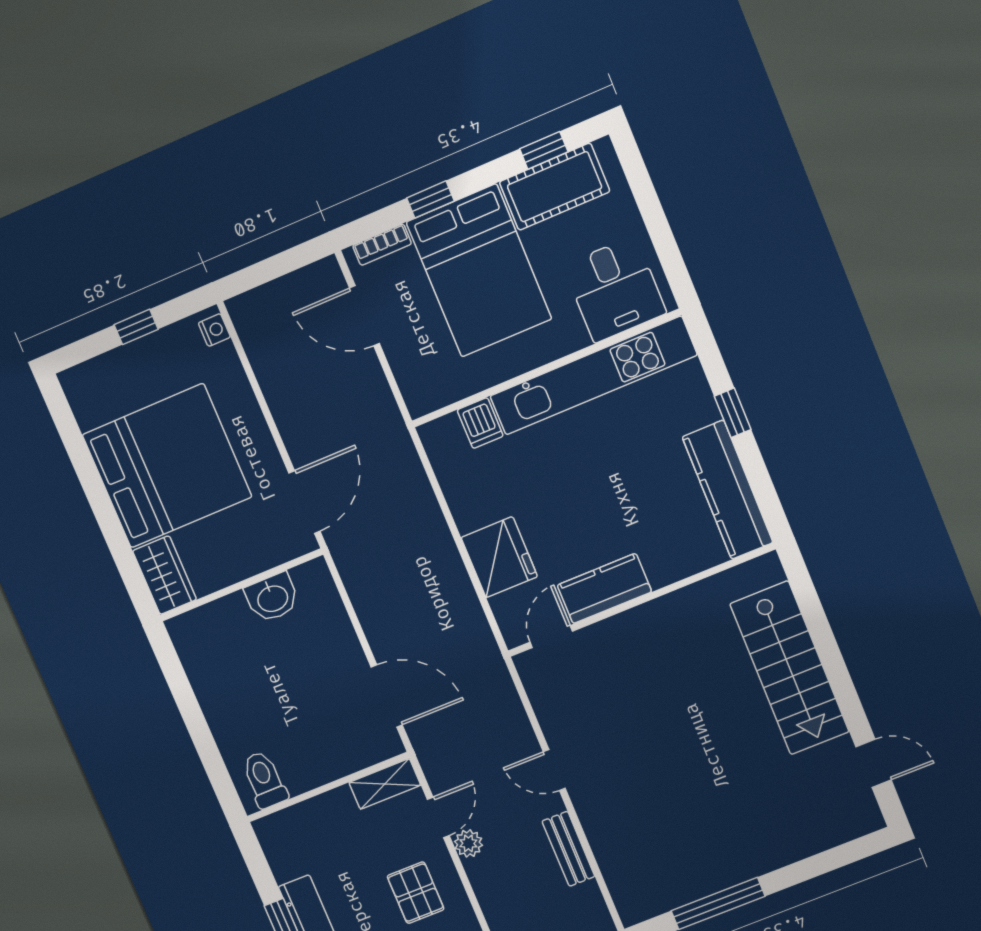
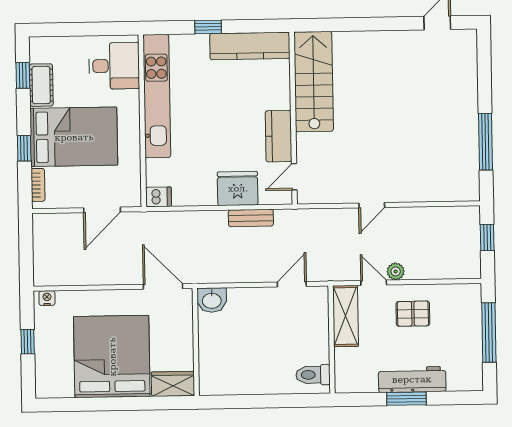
cot: (555, 187) -> (41, 85), width x0.73, depth x0.75
door: (364, 316) -> (102, 210), moved
dishwasher: (480, 423) -> (159, 197), moved
washbasin: (272, 598) -> (212, 300), moved, turned 90
door: (551, 637) -> (294, 177), hinge flipped
stairs: (789, 668) -> (314, 82), moved, turned -90
door: (387, 696) -> (292, 284), width x0.73
shelving: (385, 784) -> (346, 316), width x1.50, depth x1.33
bench: (568, 849) -> (251, 218), moved

